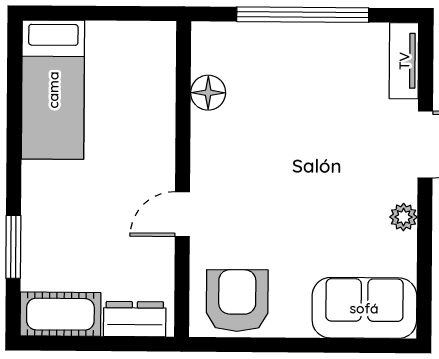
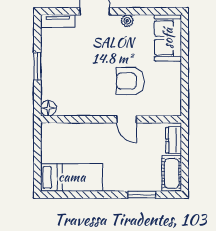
window: (303, 15) -> (37, 66), width x0.47
floor lamp: (208, 93) -> (48, 108), moved
armchair: (237, 301) -> (130, 81), moved

